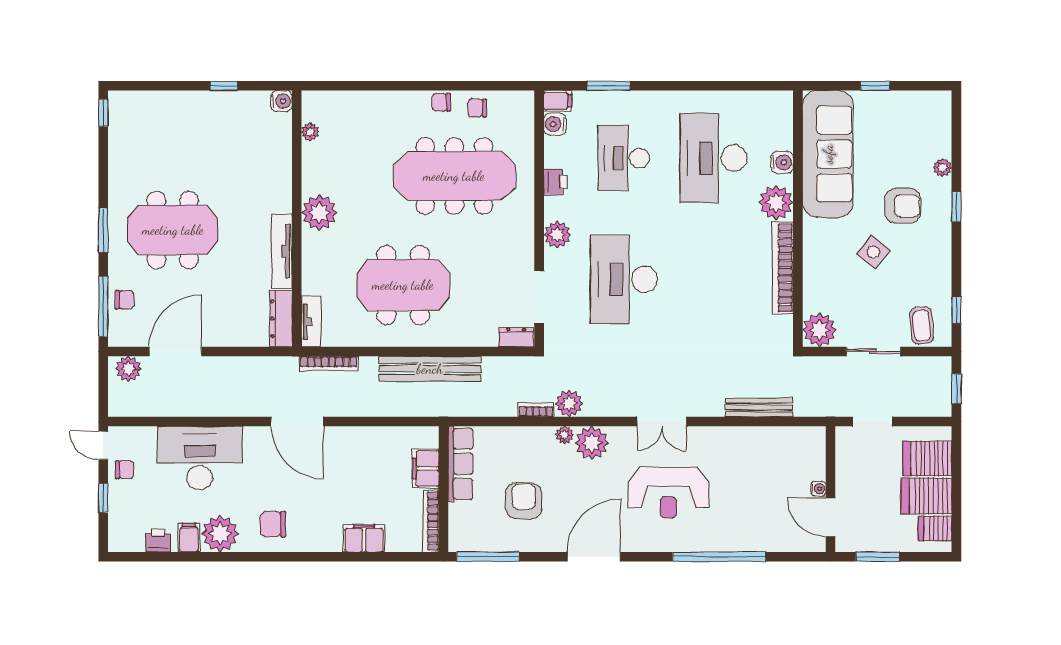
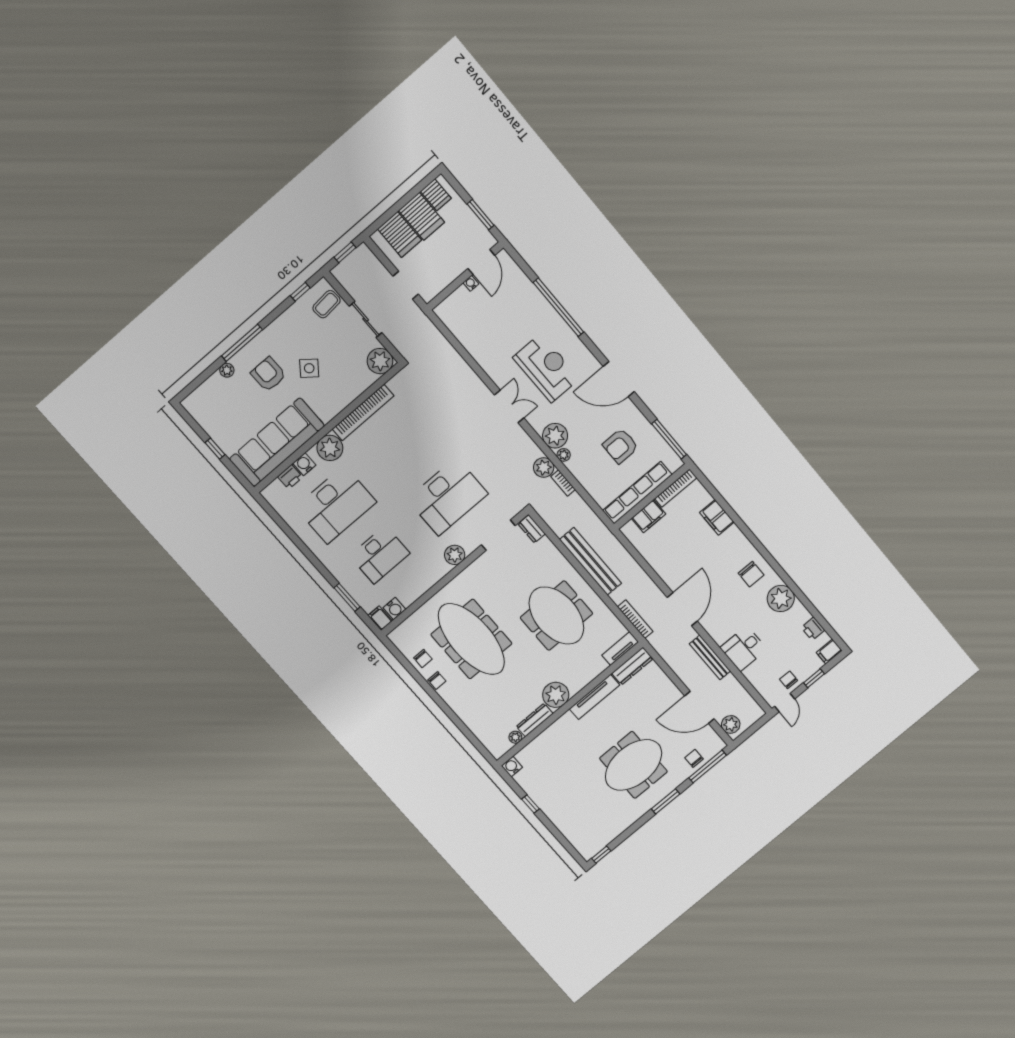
dresser: (311, 168) -> (535, 720), added
printer: (555, 182) -> (290, 477), moved, turned 180
window: (956, 207) -> (242, 343), width x2.17
meeting table: (173, 230) -> (634, 765), turned 90
bench: (759, 407) -> (710, 657), moved
desk: (200, 458) -> (744, 648), width x0.53, depth x0.77
row of seats: (460, 464) -> (637, 493), width x1.36
filing cabinet: (189, 538) -> (829, 652), moved

